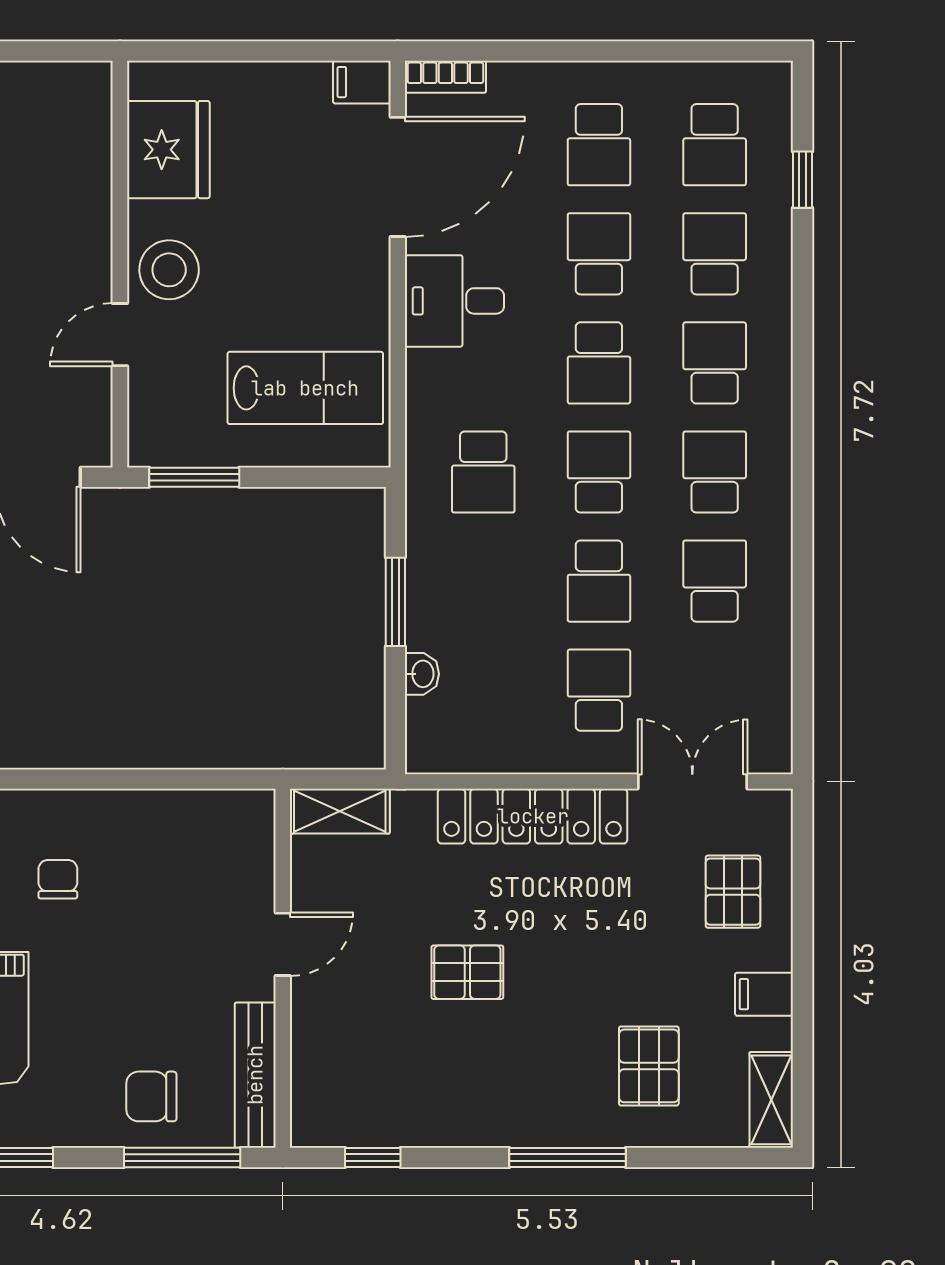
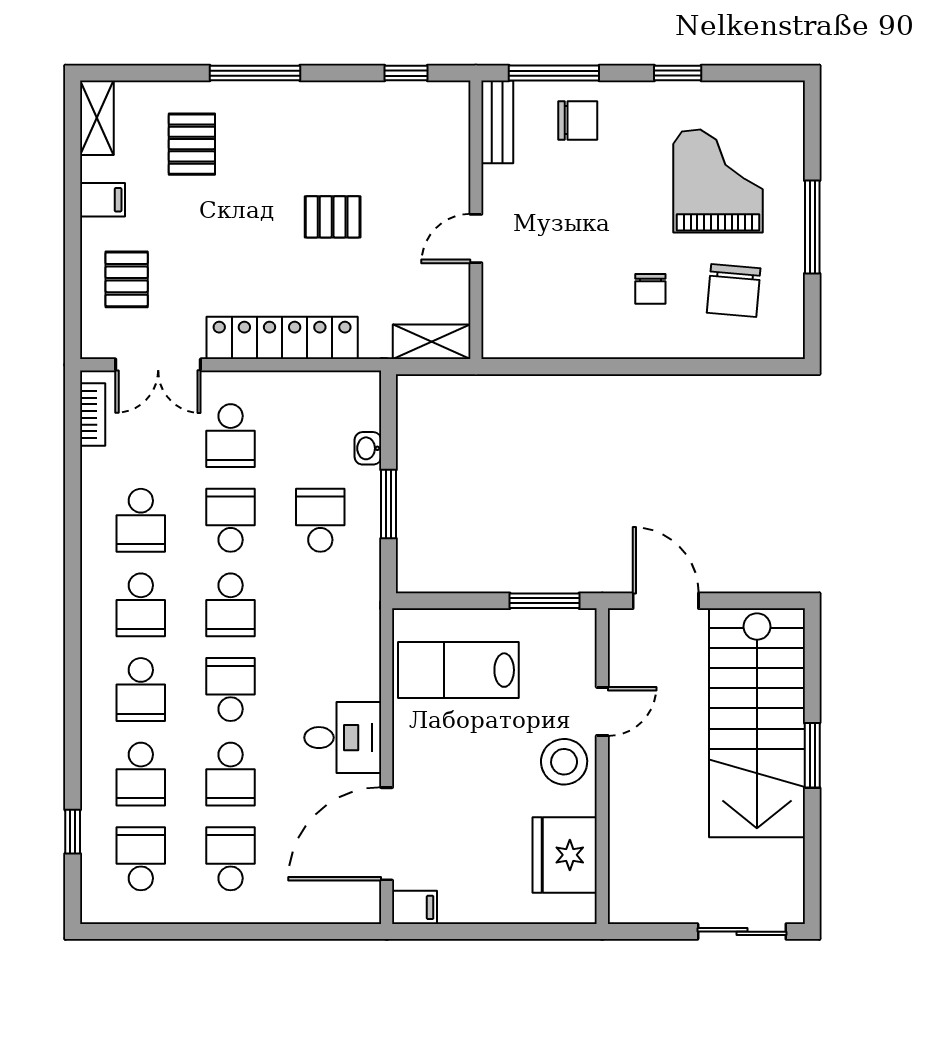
bookcase: (445, 77) -> (93, 415), moved, turned 90
school desk: (483, 472) -> (320, 520), moved
bench: (255, 1075) -> (497, 122), width x0.73

